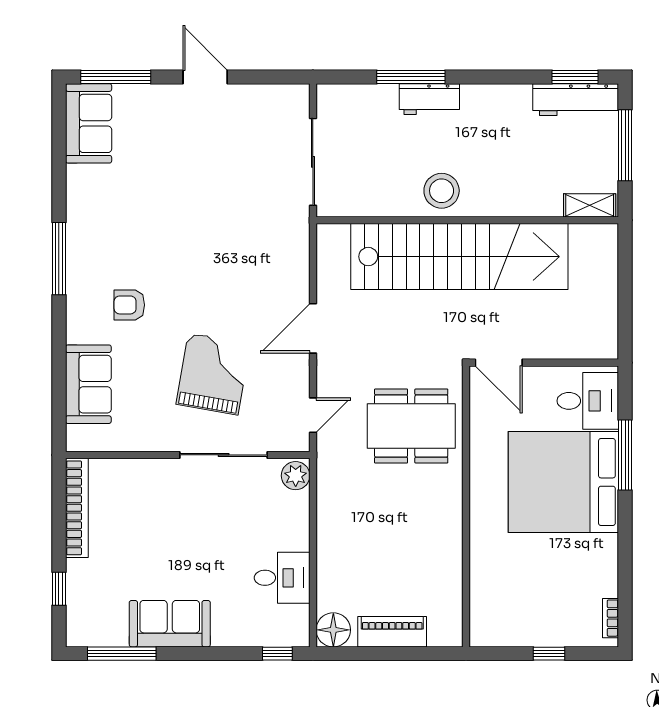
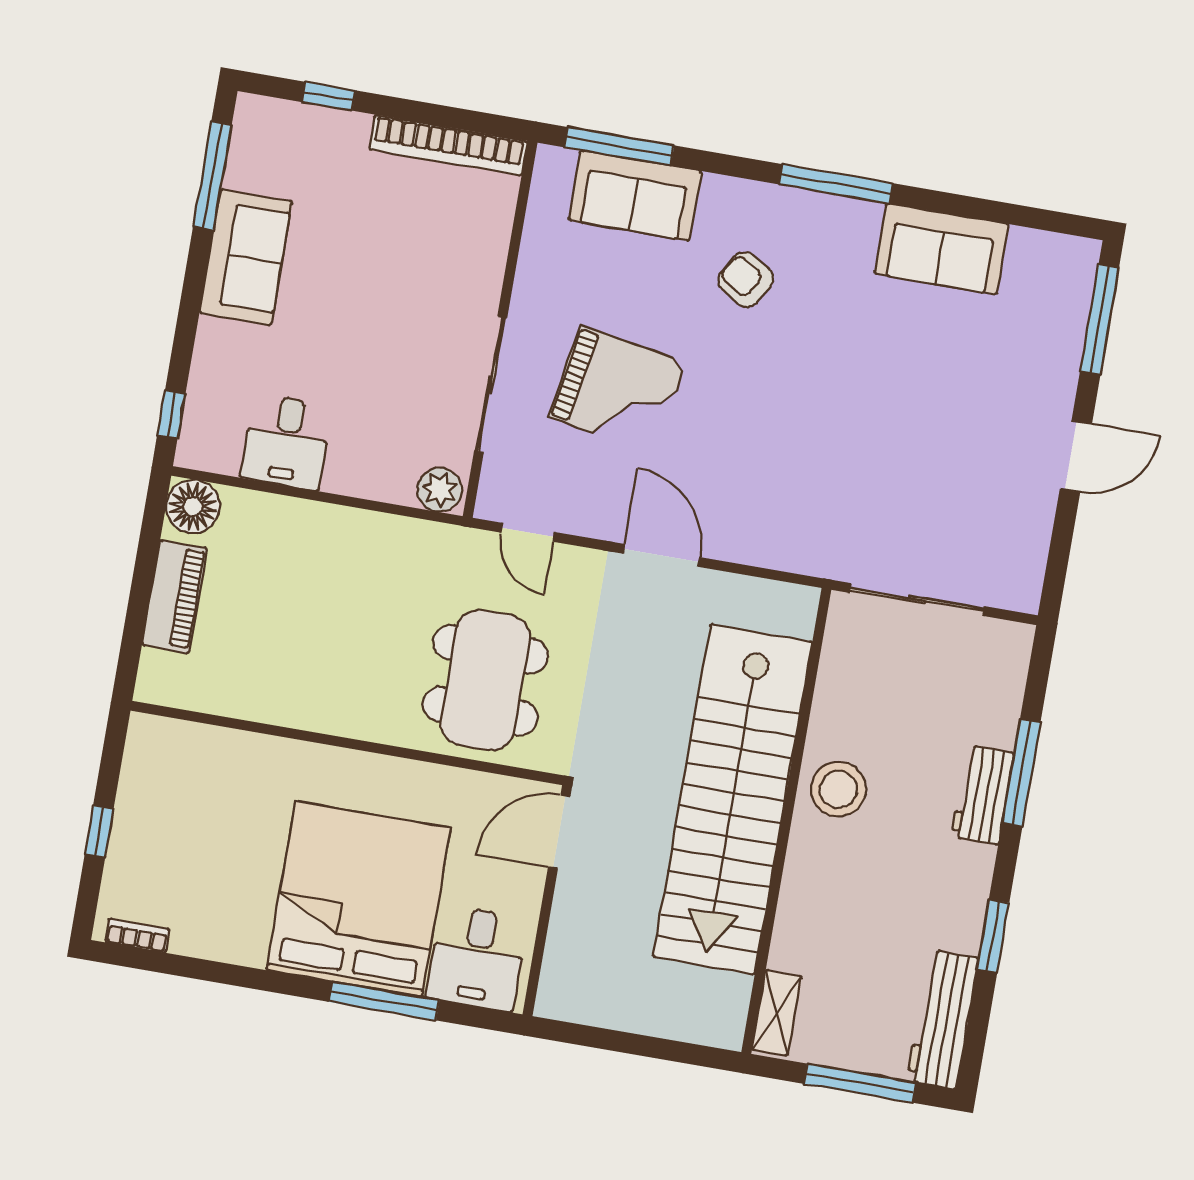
window: (575, 77) -> (993, 936), moved
sofa: (89, 123) -> (941, 249), moved
armchair: (129, 305) -> (746, 280), turned -60
window: (59, 400) -> (619, 146), added

